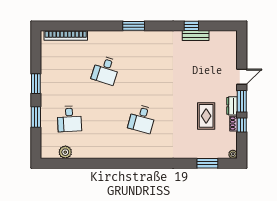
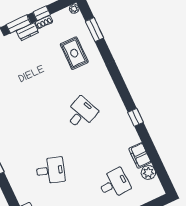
rug: (206, 116) -> (74, 53), moved, turned 90
desk: (142, 119) -> (81, 113), turned -39
filing cabinet: (83, 152) -> (140, 155), added
window: (117, 163) -> (136, 117), added

